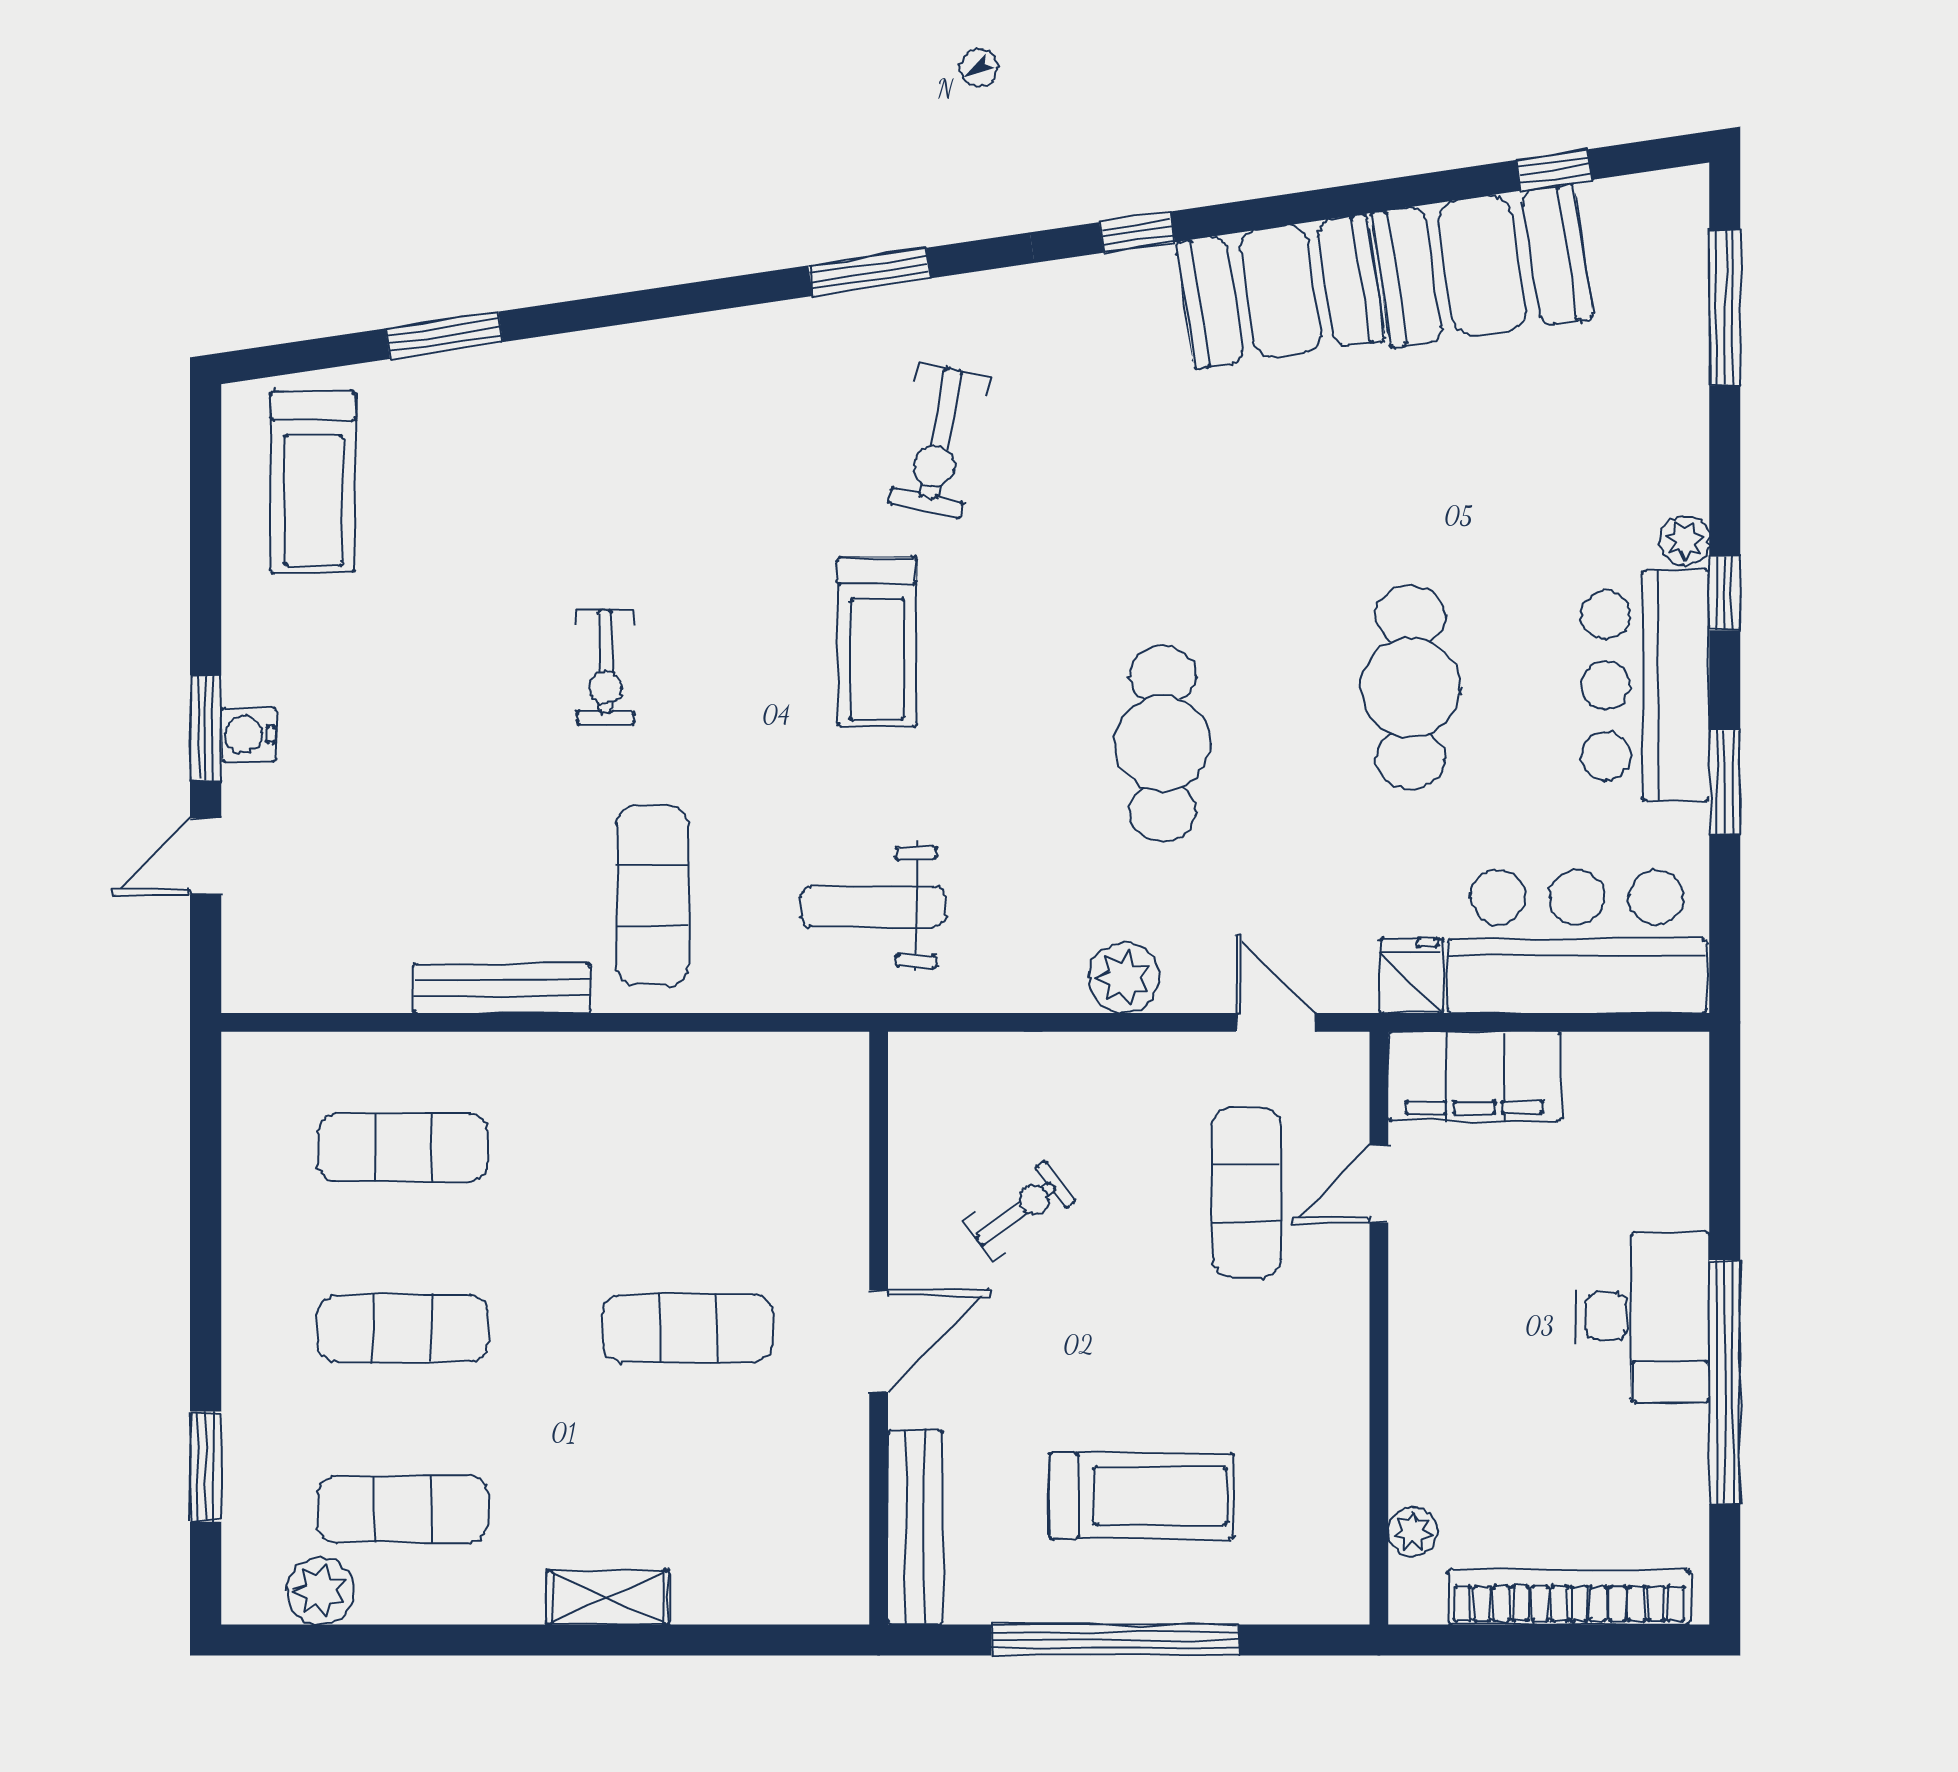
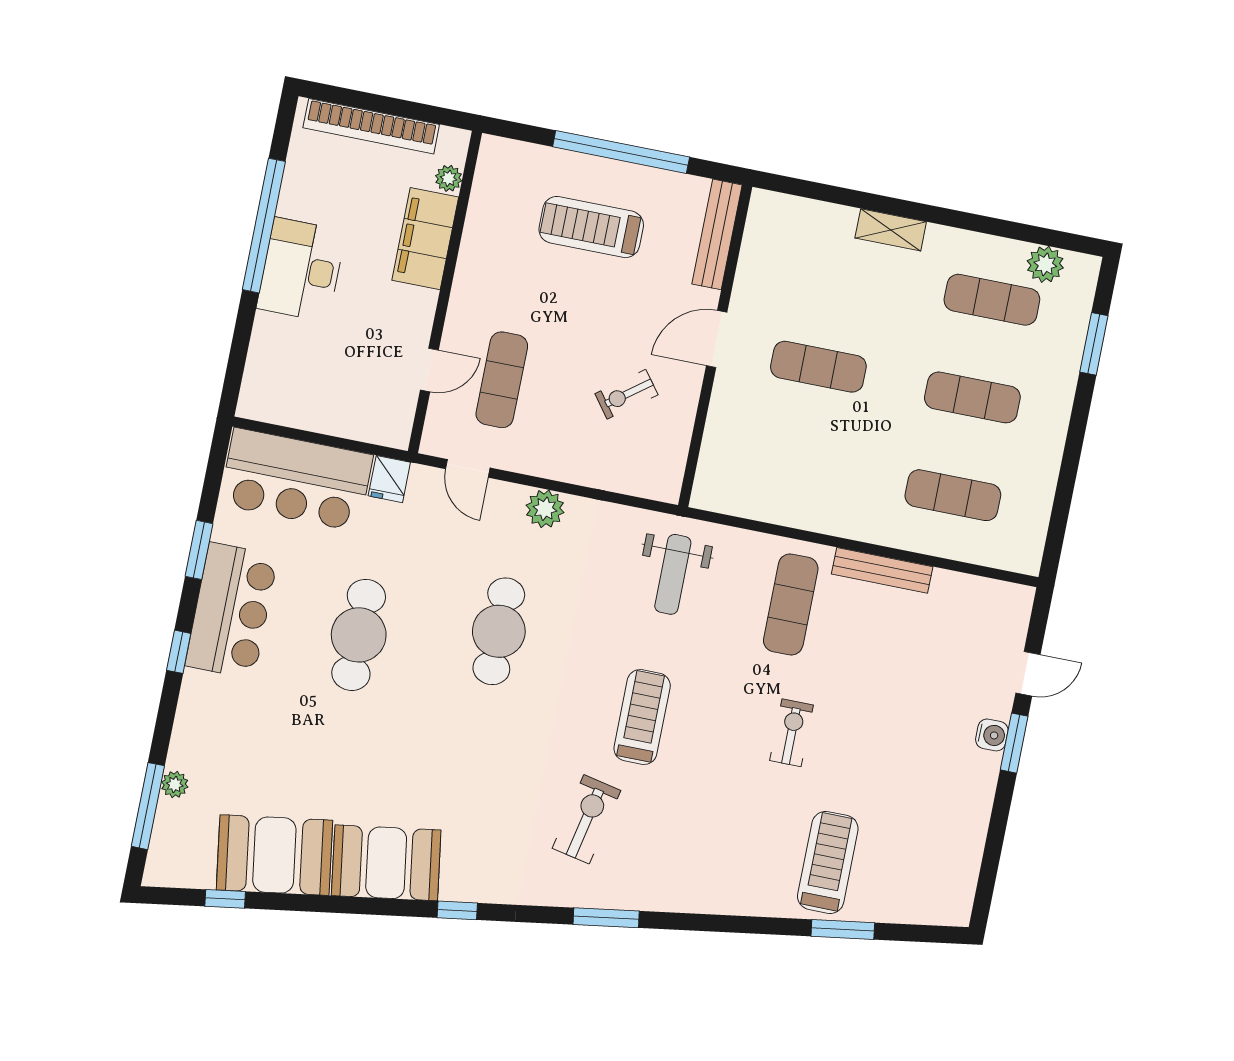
treadmill: (313, 482) -> (828, 862), moved
plant: (1685, 541) -> (175, 784), moved
weight bench: (873, 907) -> (673, 574), turned 90
filing cabinet: (1474, 1076) -> (425, 239), moved, turned -90

